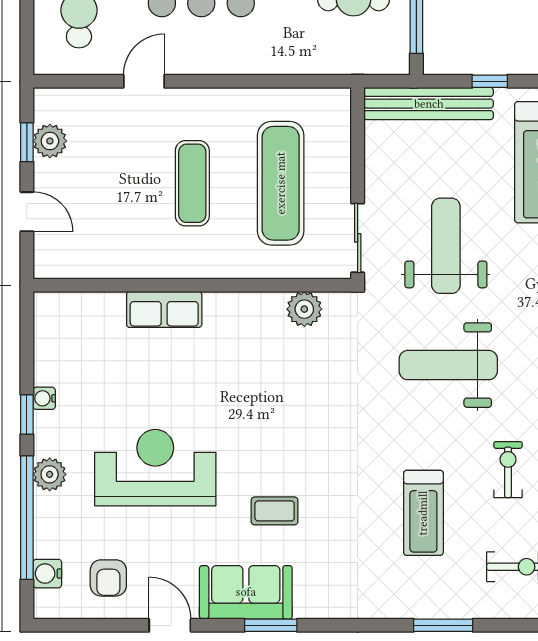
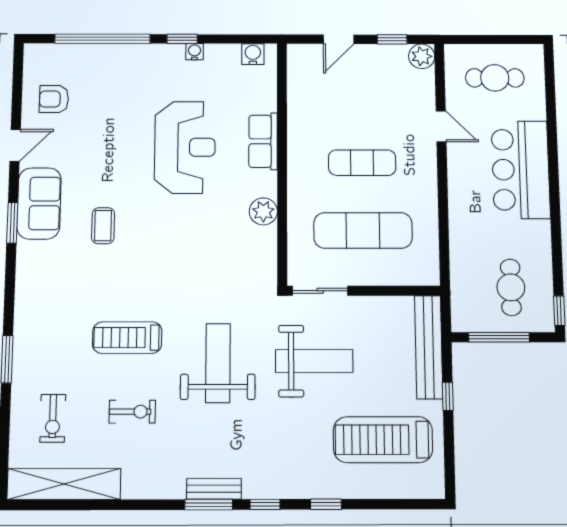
plant: (50, 141) -> (422, 56), moved
plant: (304, 309) -> (263, 211), moved
reception desk: (155, 468) -> (185, 147), moved
plant: (50, 474) -> (136, 55), removed
treadmill: (423, 513) -> (127, 338), moved
water cooler: (47, 574) -> (253, 54), moved

